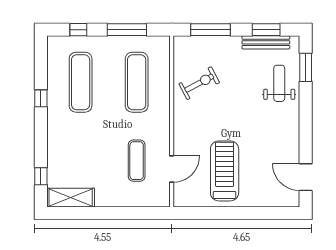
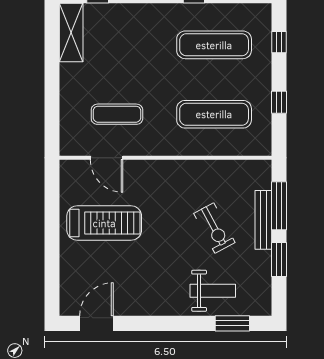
window: (127, 30) -> (279, 102), width x0.46
window: (266, 30) -> (279, 259), moved
bench: (266, 42) -> (263, 220), moved
exercise bike: (199, 83) -> (214, 228), moved

